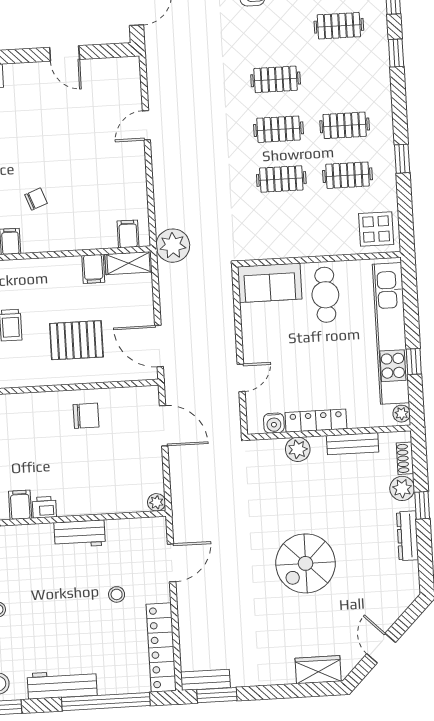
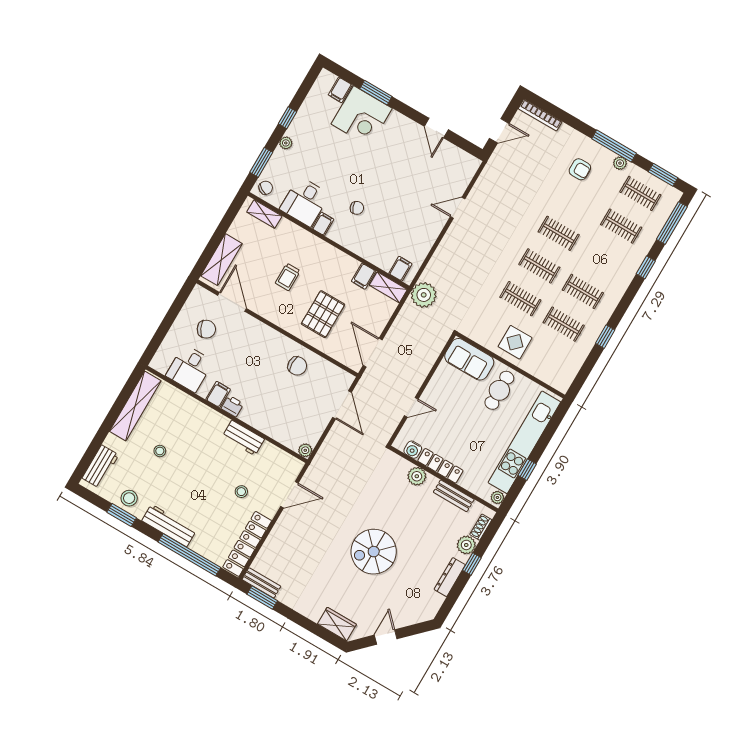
display table: (376, 229) -> (515, 342), moved
pallet: (76, 340) -> (323, 314), turned 90

